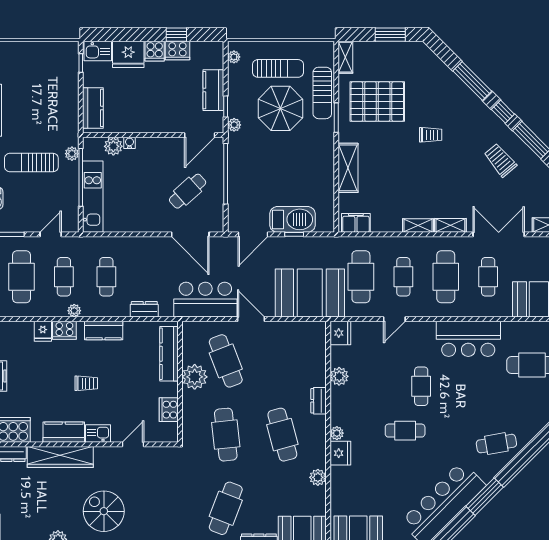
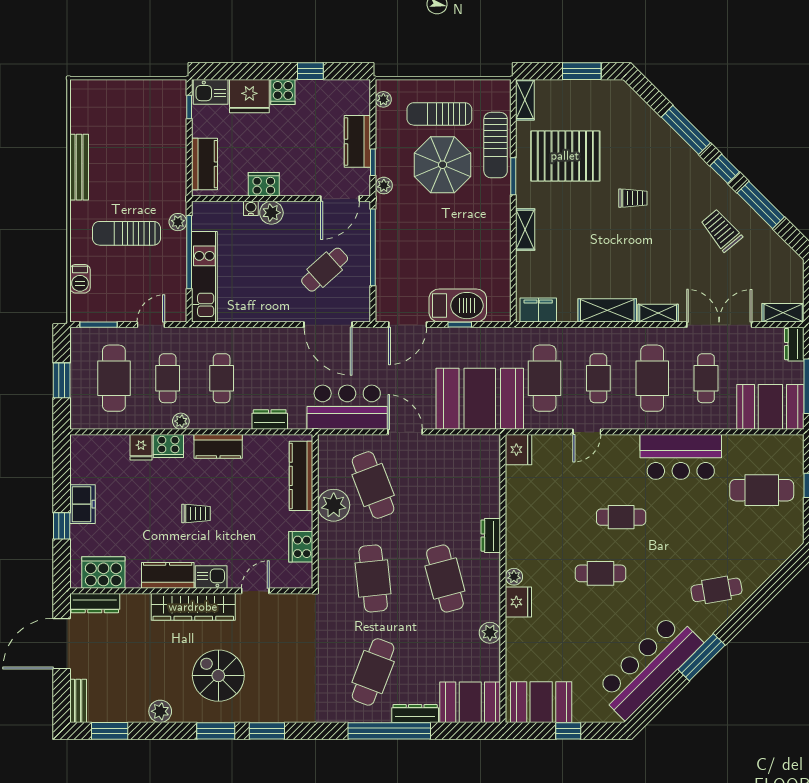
cooker: (177, 50) -> (264, 184), moved, turned 180
sun lounger: (278, 68) -> (439, 114), turned 180
plant: (113, 146) -> (271, 213), moved
shelving: (348, 168) -> (525, 230), width x0.67, depth x0.75
shelving: (418, 226) -> (607, 310), width x1.50, depth x1.33
plant: (339, 376) -> (517, 505), removed
cafe table: (421, 386) -> (621, 517), turned 90
wardrobe: (60, 457) -> (193, 607), moved

